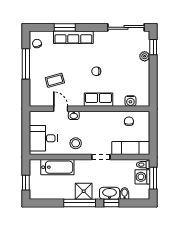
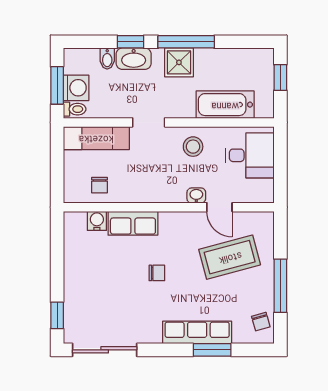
plant: (145, 56) -> (72, 299), removed
coffee table: (55, 80) -> (230, 257), width x1.86, depth x1.72
row of seats: (98, 100) -> (133, 223), moved

